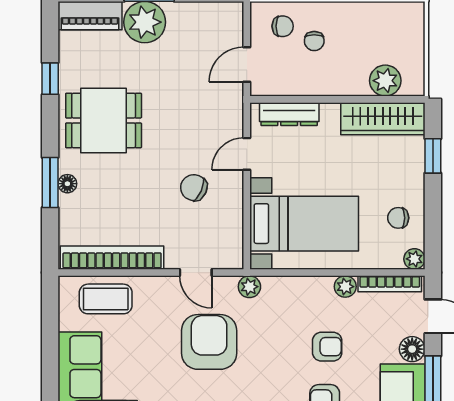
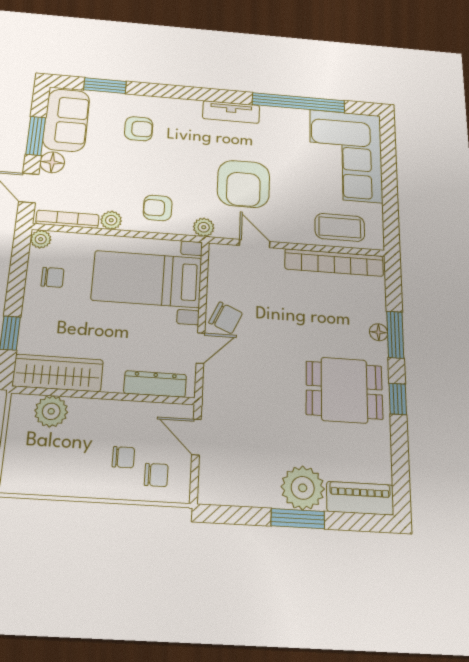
chair: (283, 26) -> (156, 475), turned 180
chair: (314, 41) -> (123, 457), turned 90
door: (247, 64) -> (196, 437), swing flipped
window: (50, 79) -> (398, 399), moved
chair: (194, 188) -> (226, 318), moved
armchair: (327, 347) -> (158, 208), moved

